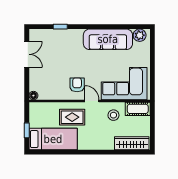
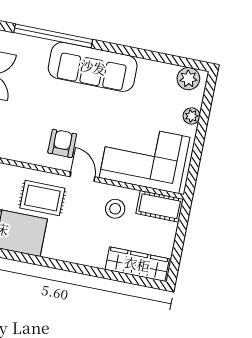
window: (60, 27) -> (53, 36), width x3.17
sofa: (108, 39) -> (93, 67), moved
plant: (145, 55) -> (192, 116), added

